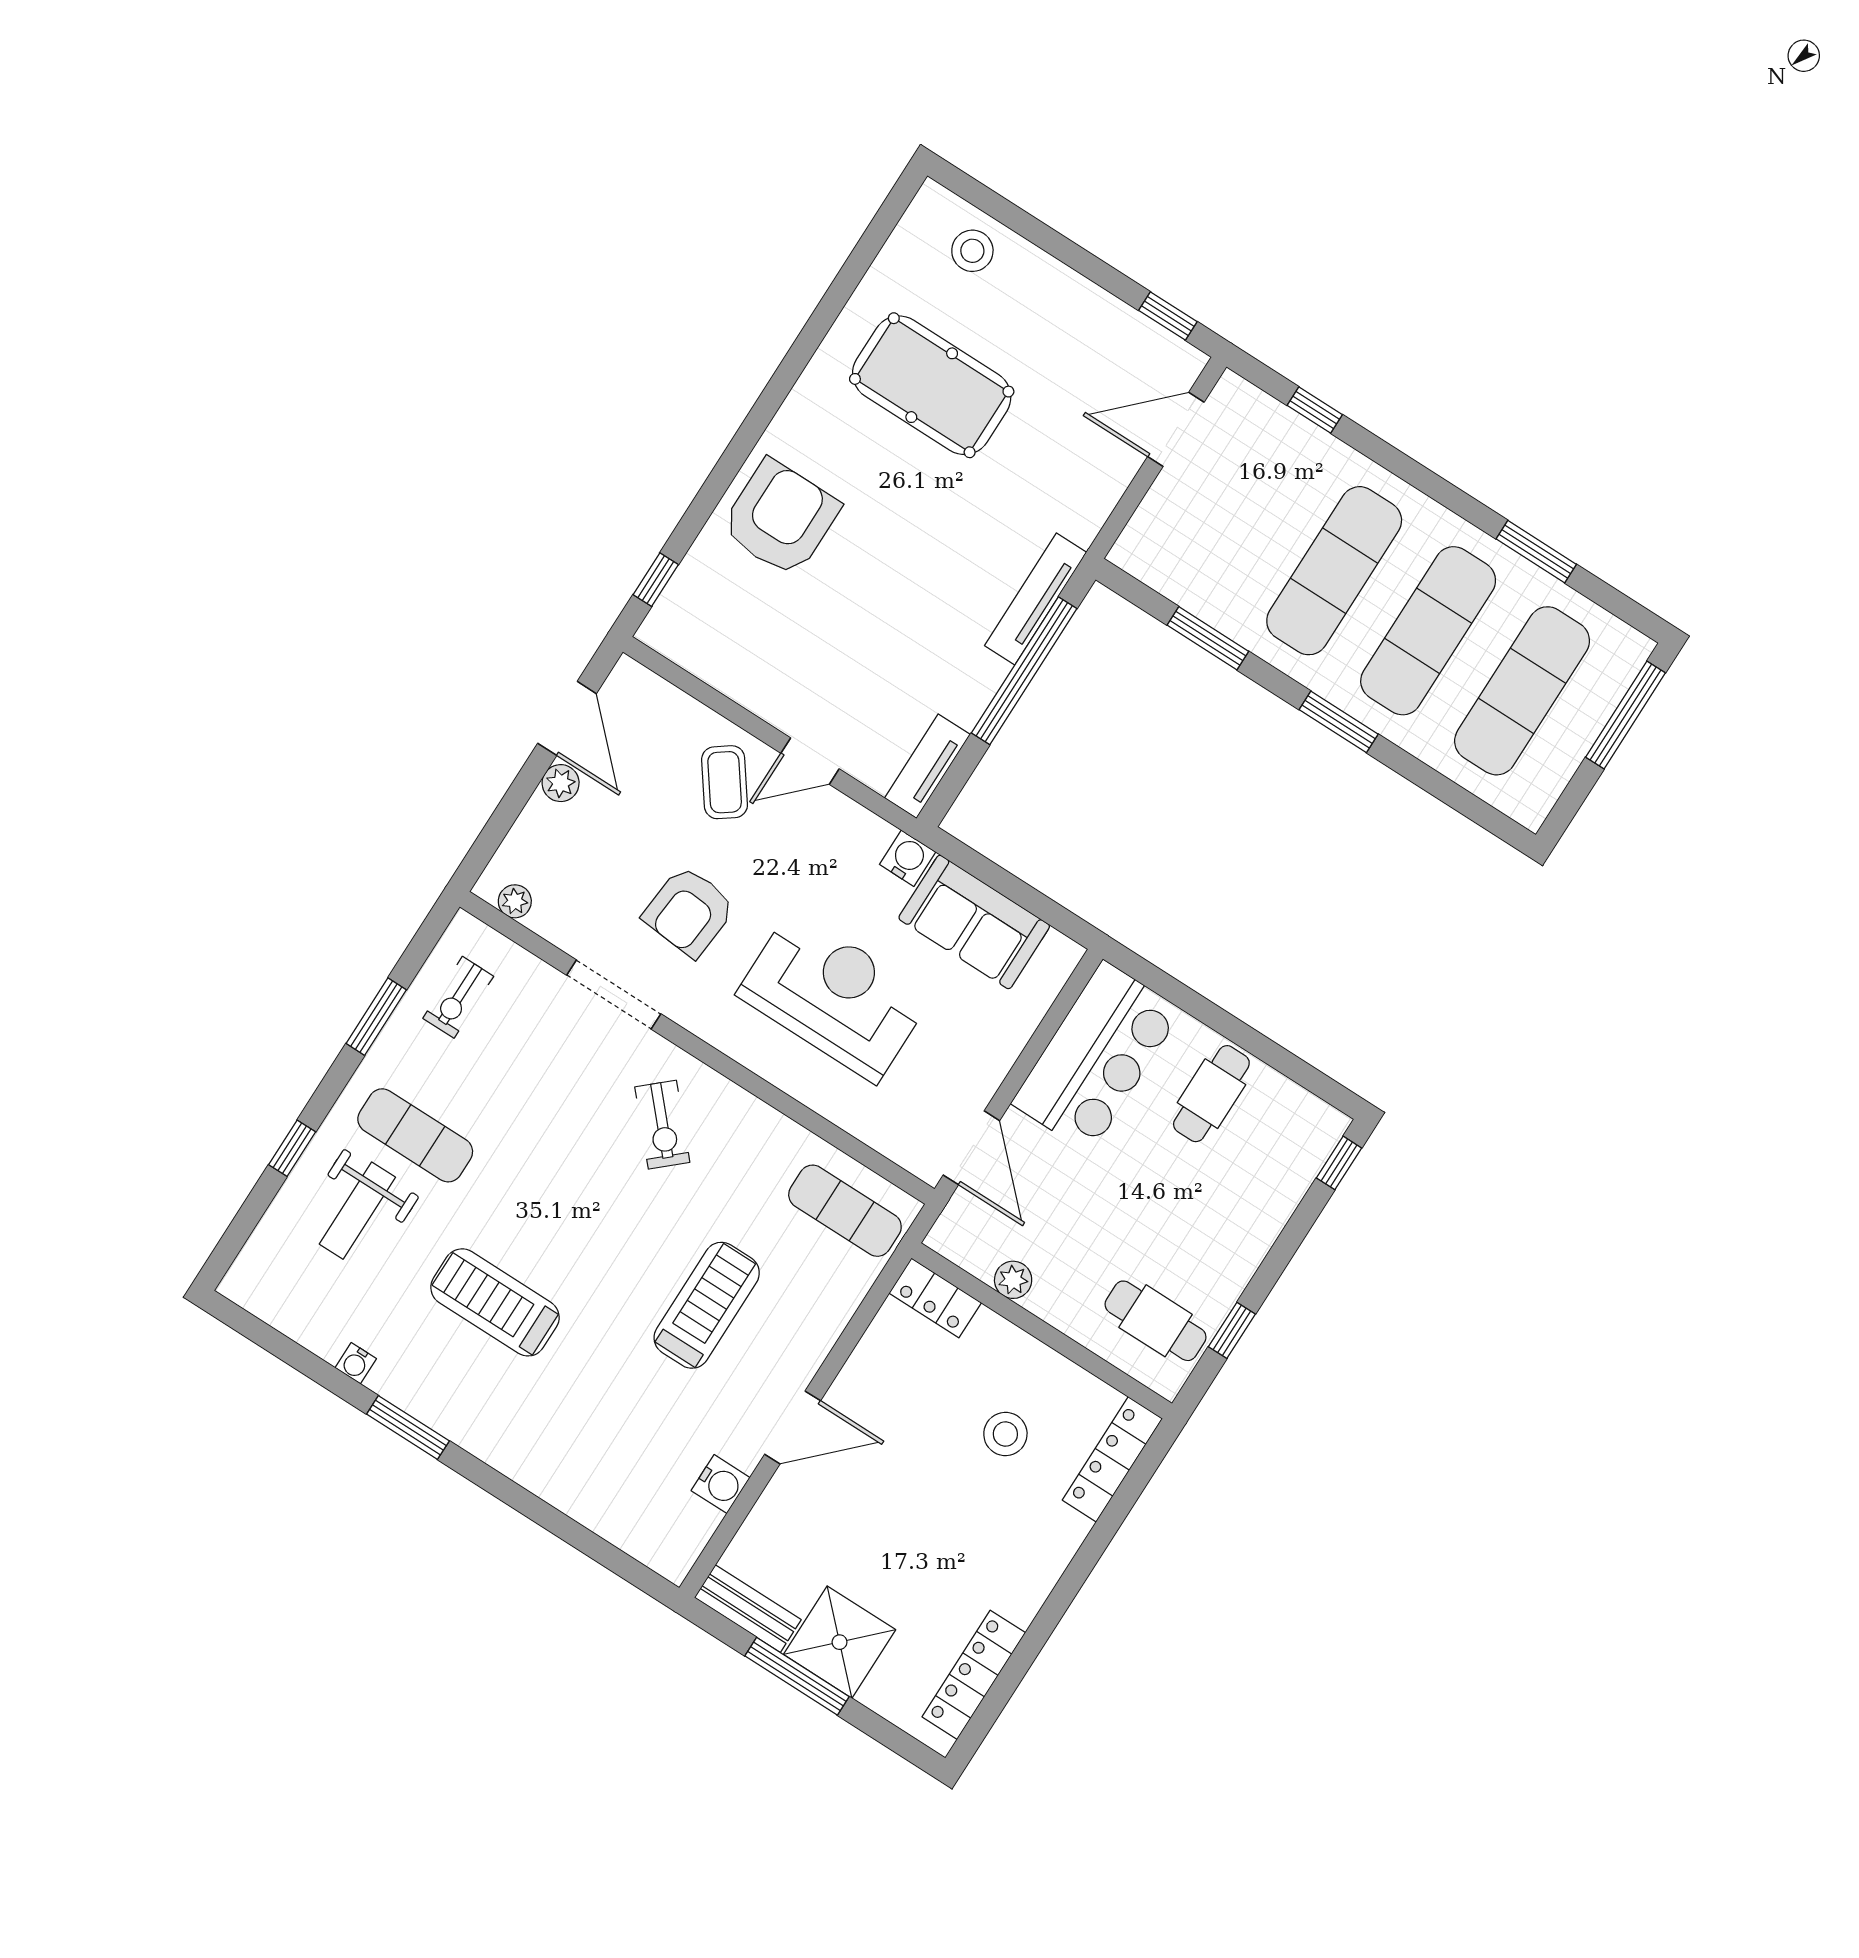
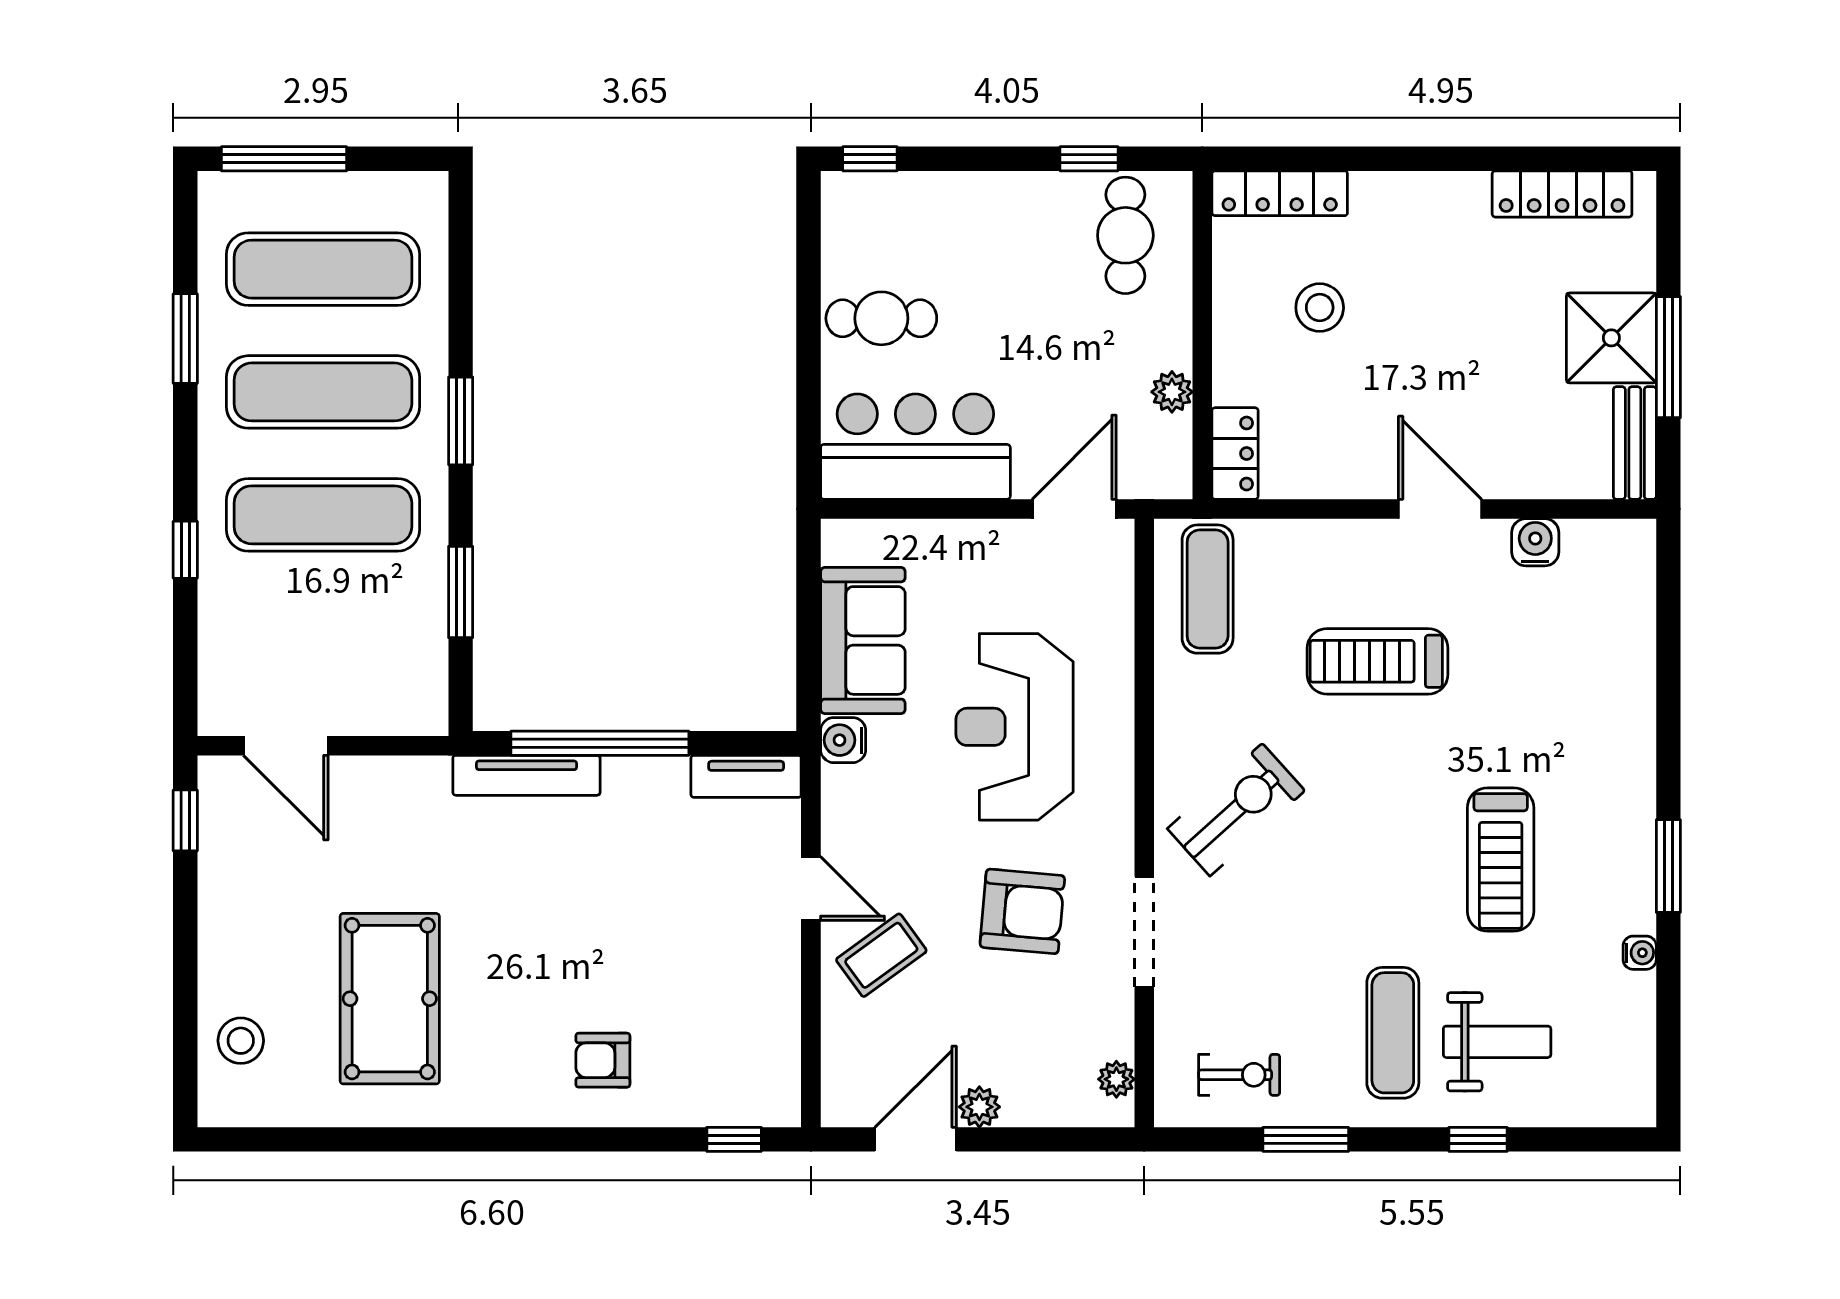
window: (1315, 410) -> (185, 550), moved
armchair: (780, 518) -> (603, 1060), width x0.53, depth x0.53
exercise bike: (662, 1125) -> (1236, 810), width x1.38, depth x1.39

